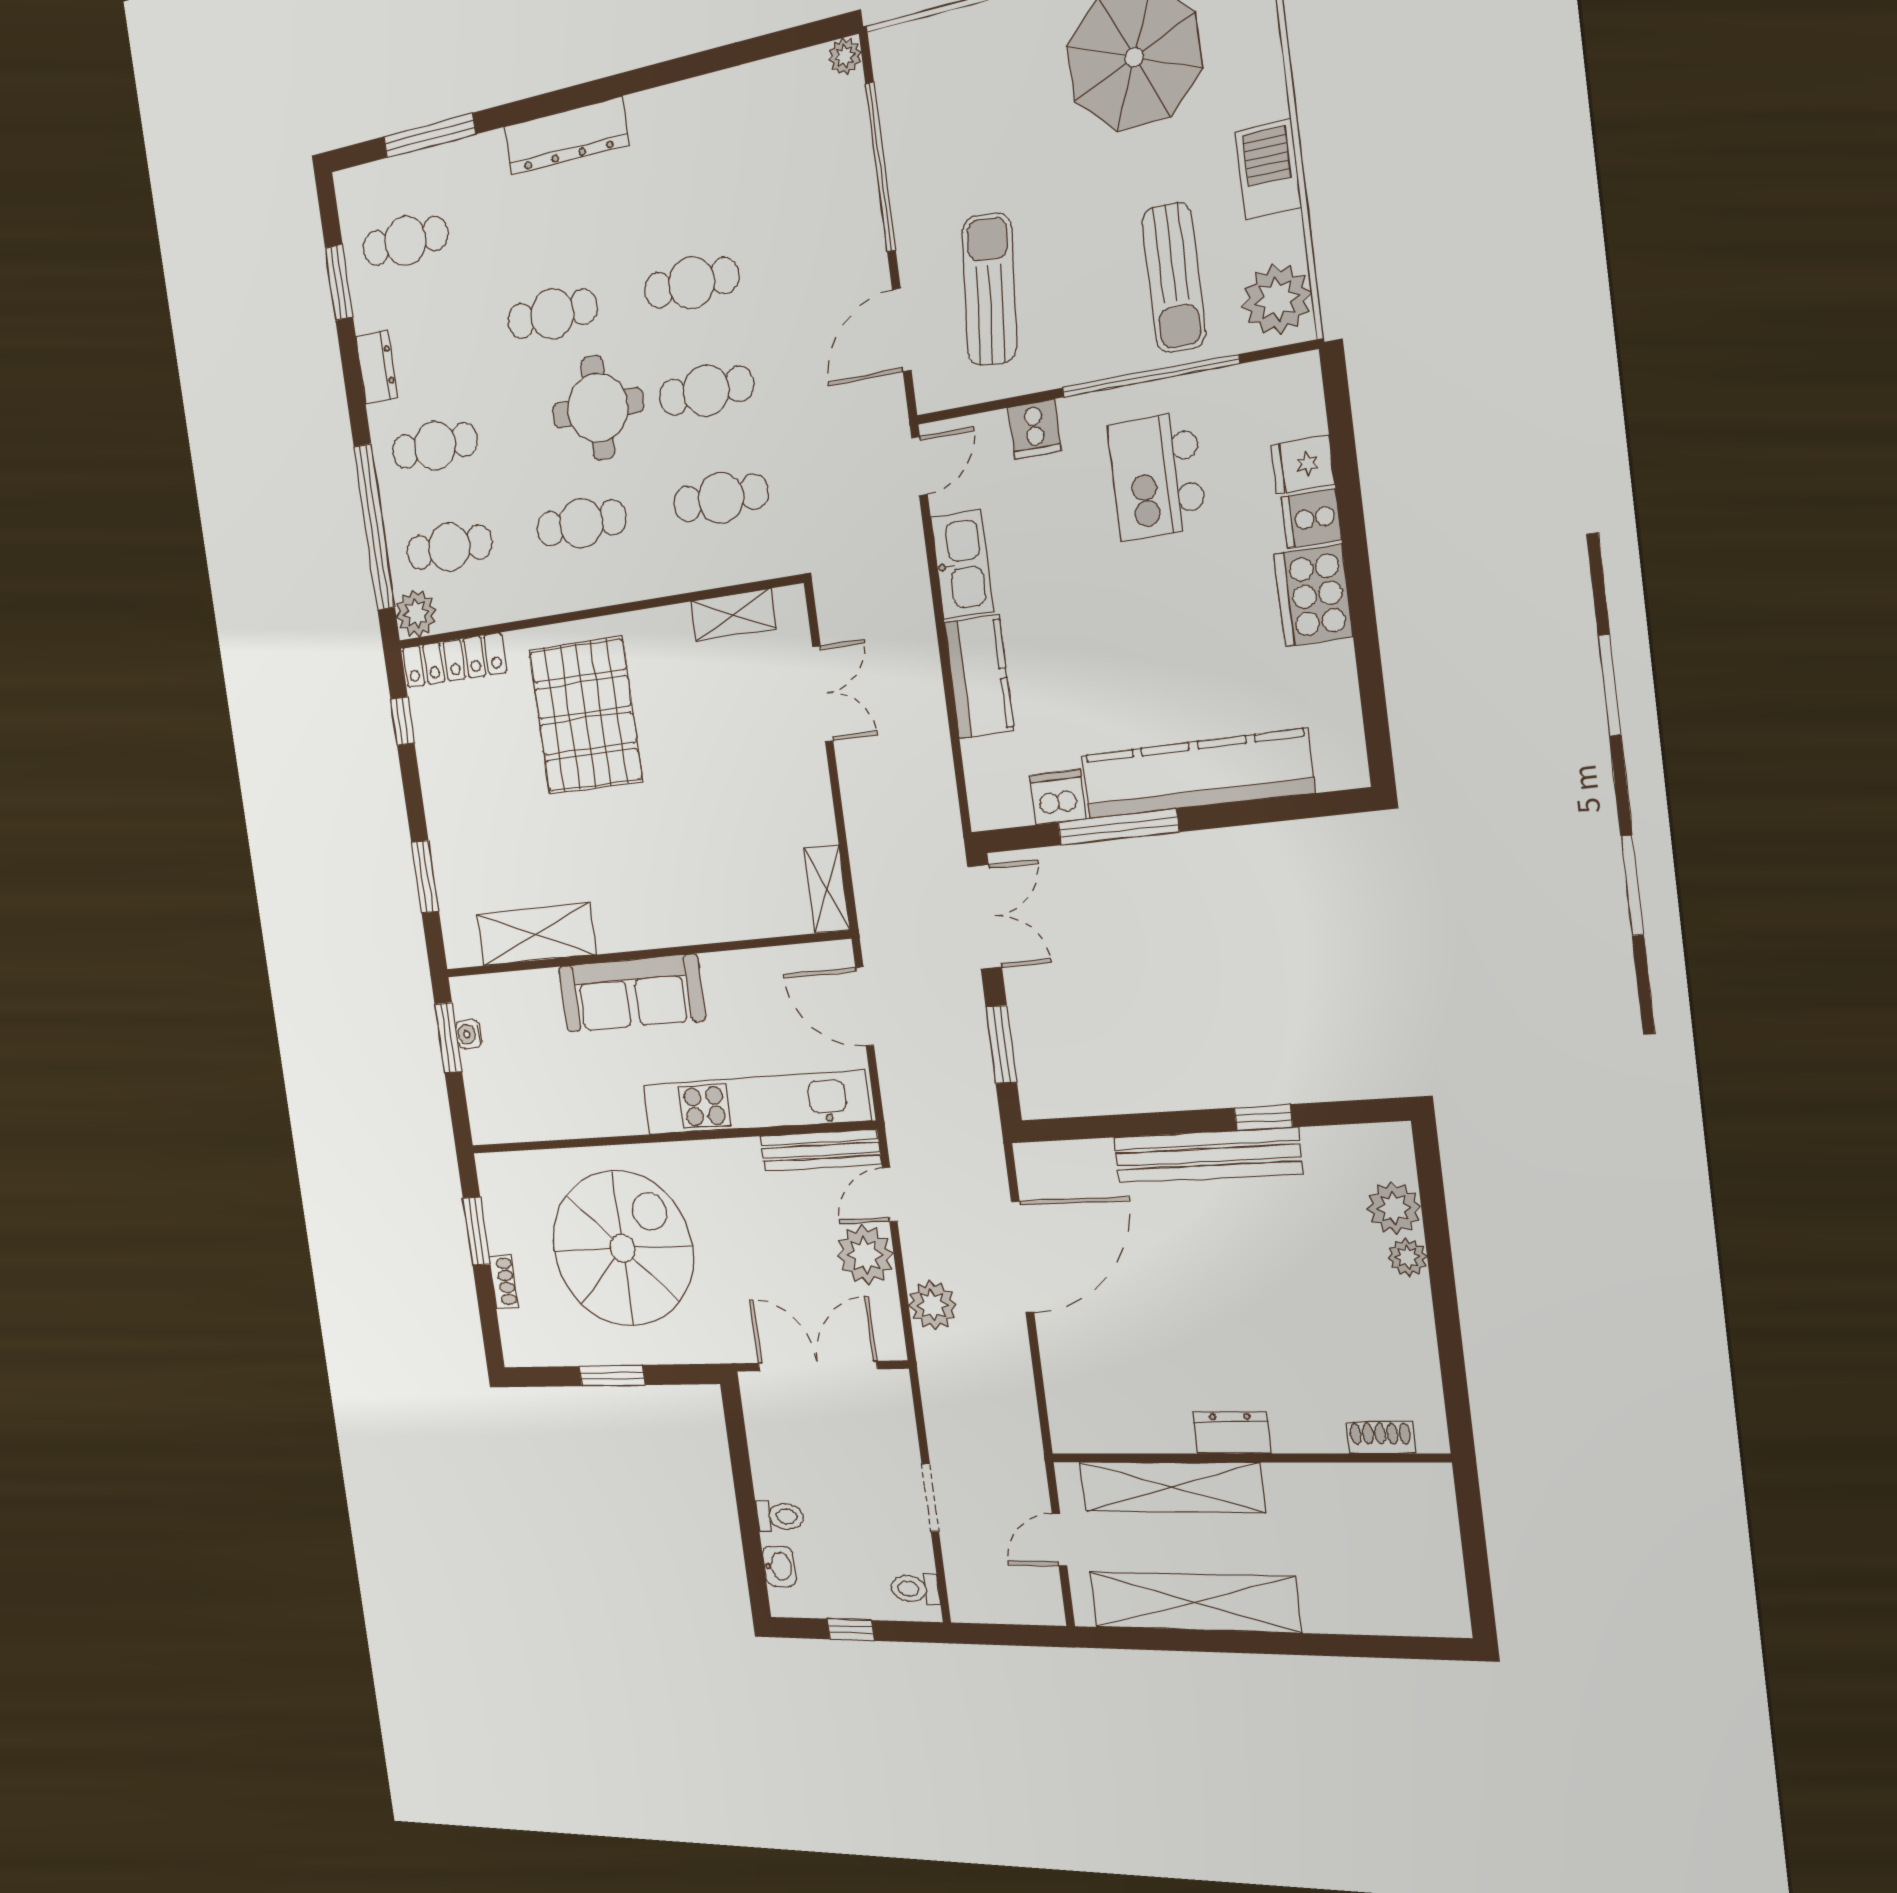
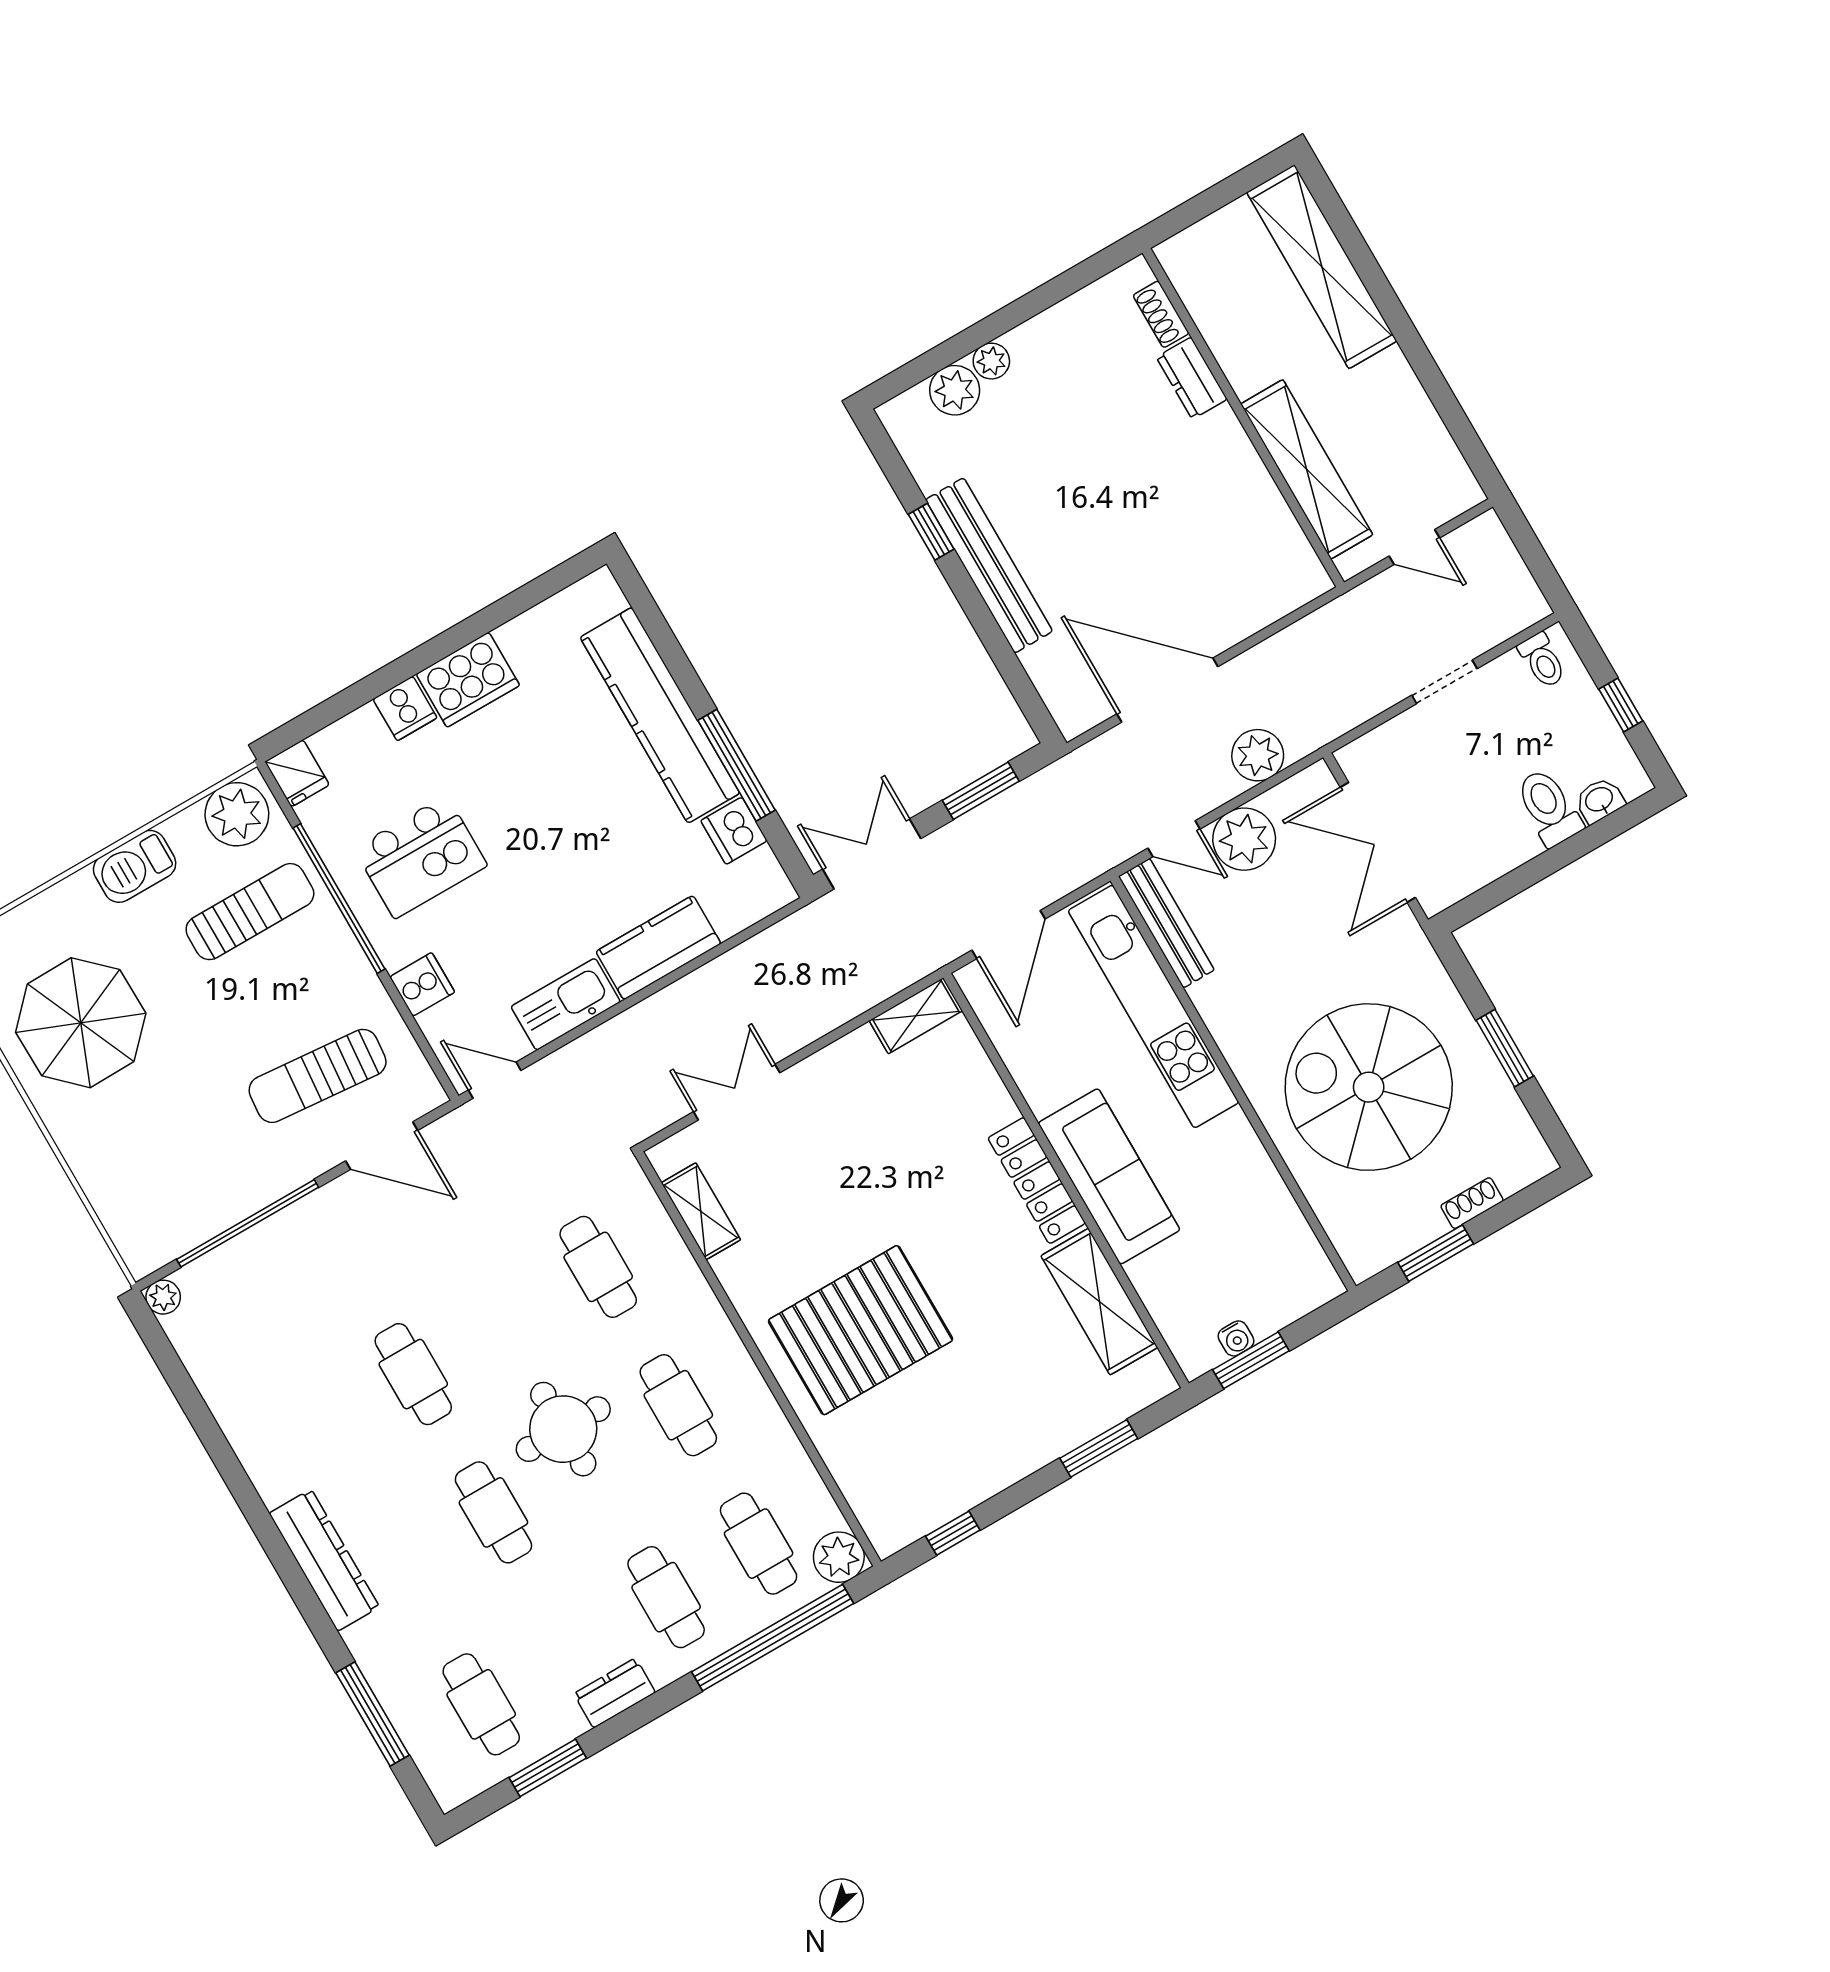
cafe table: (706, 391) -> (506, 1320), removed
fridge: (1303, 465) -> (297, 773), moved
locker: (454, 660) -> (1037, 1181), moved, turned 180
dresser: (1232, 1433) -> (1192, 378), moved
toilet: (780, 1516) -> (1549, 807), width x1.37, depth x1.39
shelving: (1194, 1602) -> (1322, 267), moved

